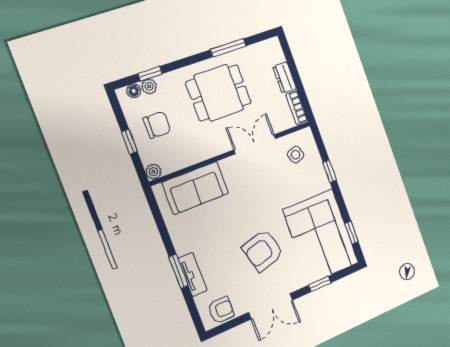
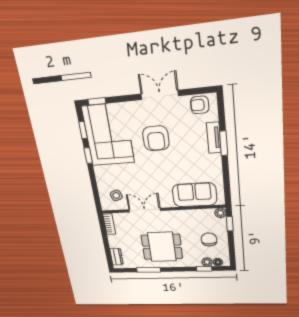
dresser: (285, 78) -> (117, 257), moved
chair: (157, 125) -> (209, 239), turned 90
window: (129, 142) -> (230, 224), moved
double door: (255, 144) -> (145, 210), swing flipped
window: (330, 171) -> (88, 156), moved
armchair: (263, 250) -> (156, 138), turned 105
window: (320, 284) -> (97, 101), moved

